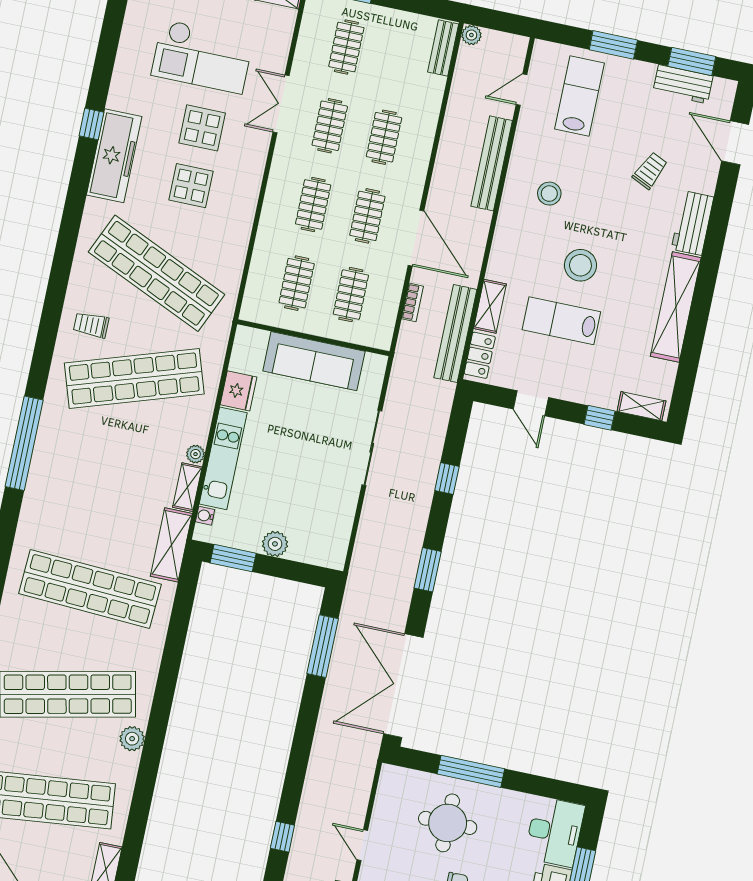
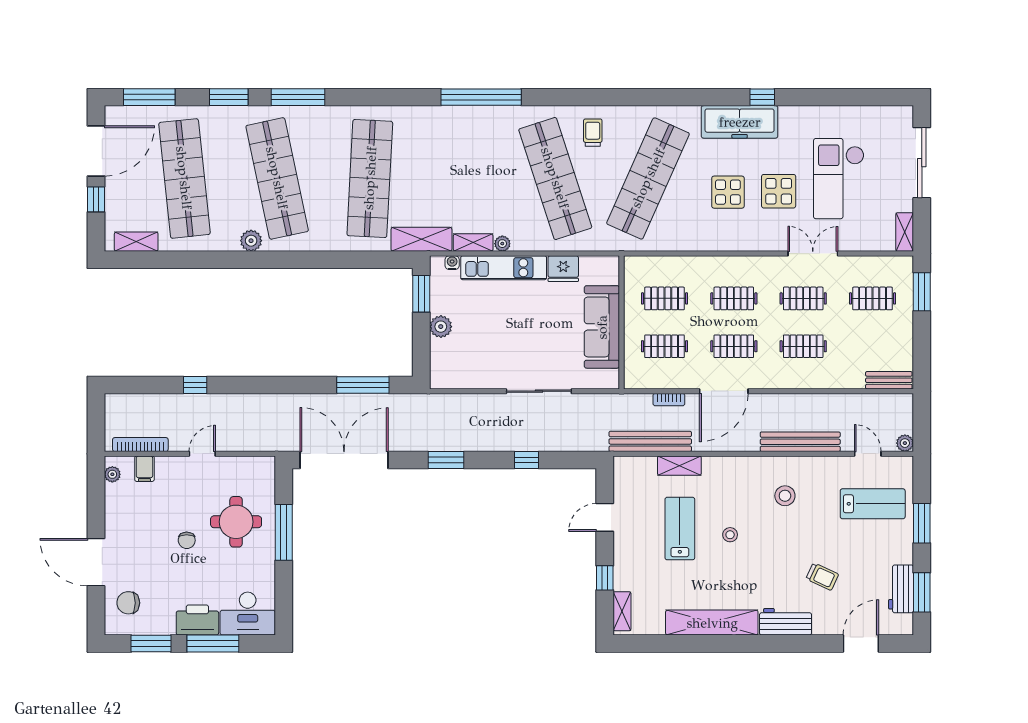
plant: (471, 35) -> (905, 443), moved
stool: (580, 265) -> (730, 535), width x0.53, depth x0.53
locker: (480, 355) -> (636, 466), removed

